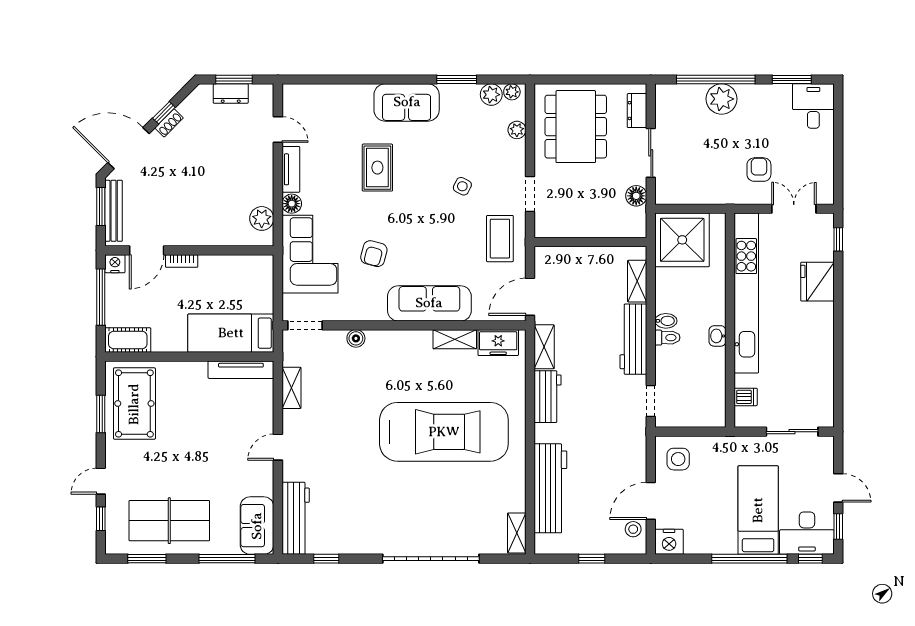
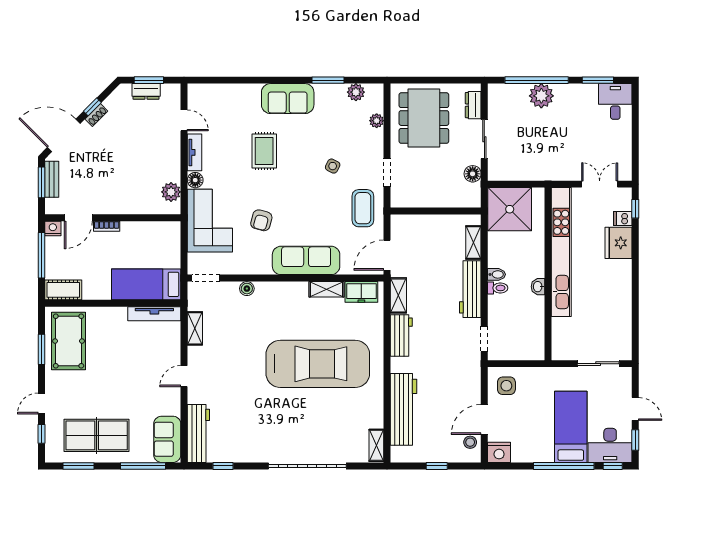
plant: (512, 92) -> (373, 90), removed
armchair: (759, 170) -> (571, 153), removed
bench: (114, 211) -> (52, 179), width x0.73
dishwasher: (746, 397) -> (623, 219), moved, turned 180

